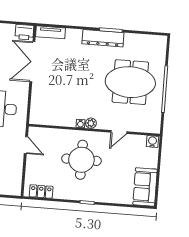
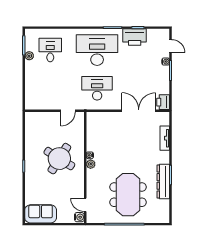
tv unit: (50, 32) -> (165, 138), moved
dresser: (103, 38) -> (163, 181), moved
door: (119, 132) -> (85, 205), moved
round table: (81, 160) -> (59, 159), turned 32
locker: (41, 192) -> (30, 127), removed

